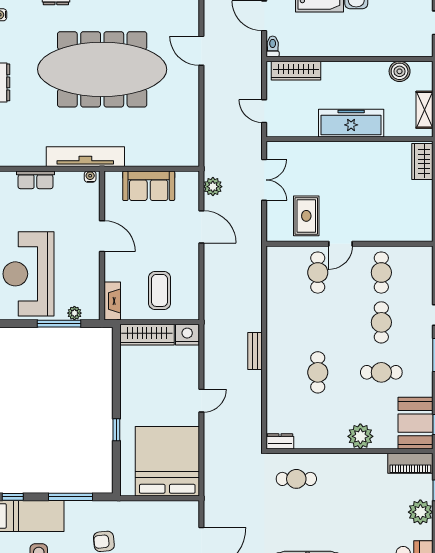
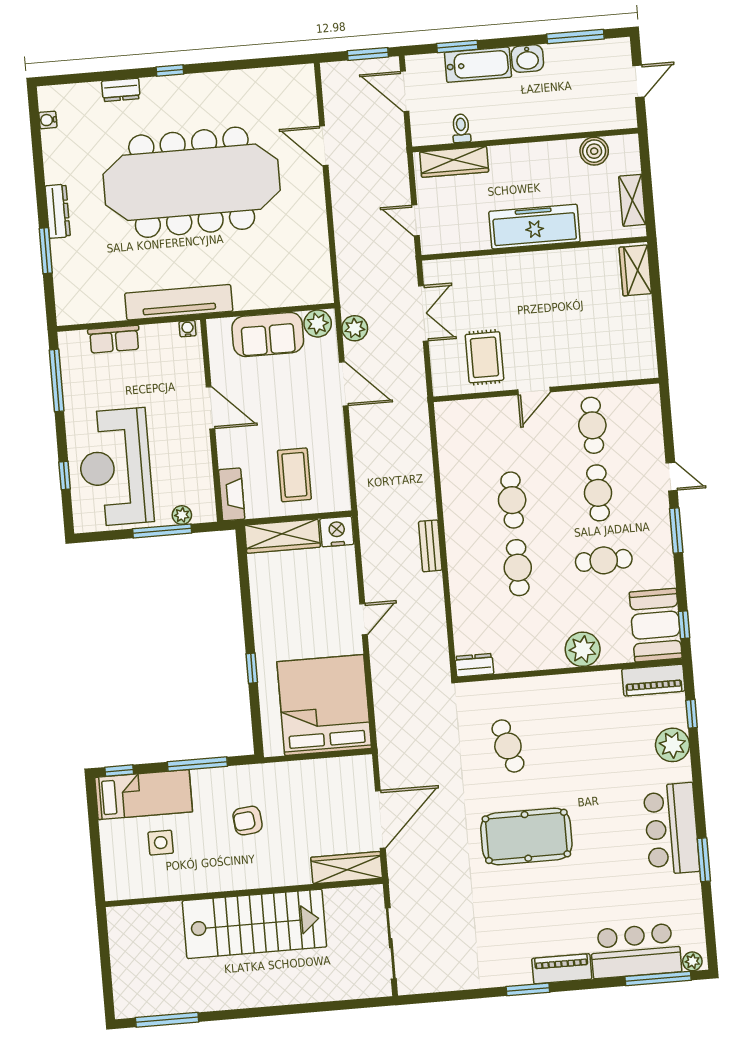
toilet: (273, 46) -> (461, 128), moved
plant: (186, 181) -> (318, 323), added
cafe table: (318, 273) -> (512, 500), moved
cafe table: (296, 479) -> (508, 746), moved, turned 74

